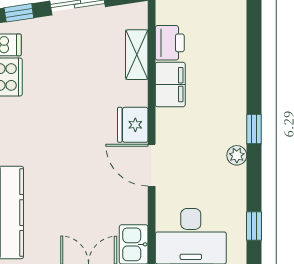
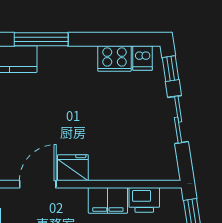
shelving: (137, 55) -> (134, 171), removed

